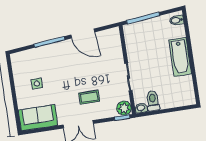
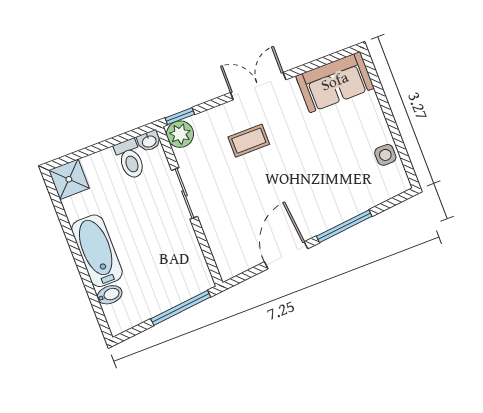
bidet: (177, 20) -> (110, 295), moved
door: (83, 34) -> (286, 255), hinge flipped
side table: (37, 84) -> (385, 155), moved
shower: (187, 97) -> (69, 179), added

